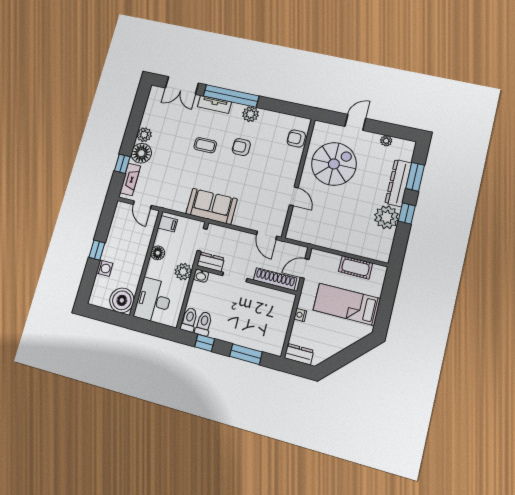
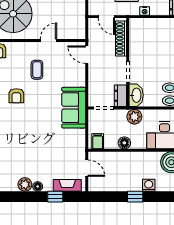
coffee table: (205, 145) -> (37, 70), moved
floor lamp: (141, 153) -> (38, 186), width x0.53, depth x0.53
door: (142, 205) -> (87, 168), hinge flipped
door: (267, 235) -> (87, 55), swing flipped
washbasin: (201, 276) -> (136, 95), width x1.91, depth x1.45

